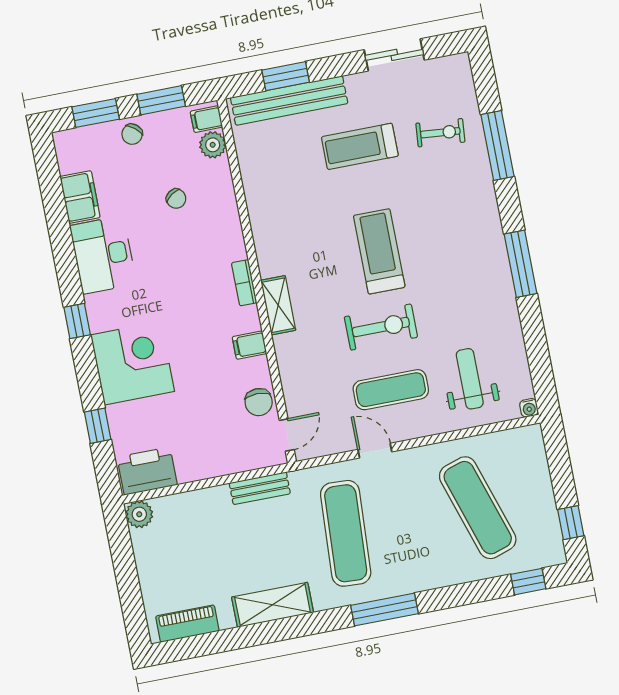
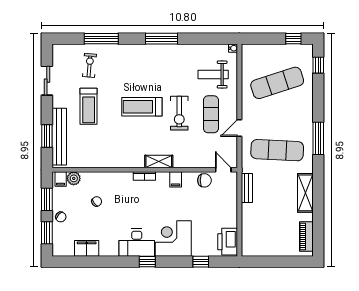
desk: (103, 255) -> (137, 243), moved
exercise bike: (381, 327) -> (179, 113), turned 180
plant: (139, 514) -> (248, 250), removed

